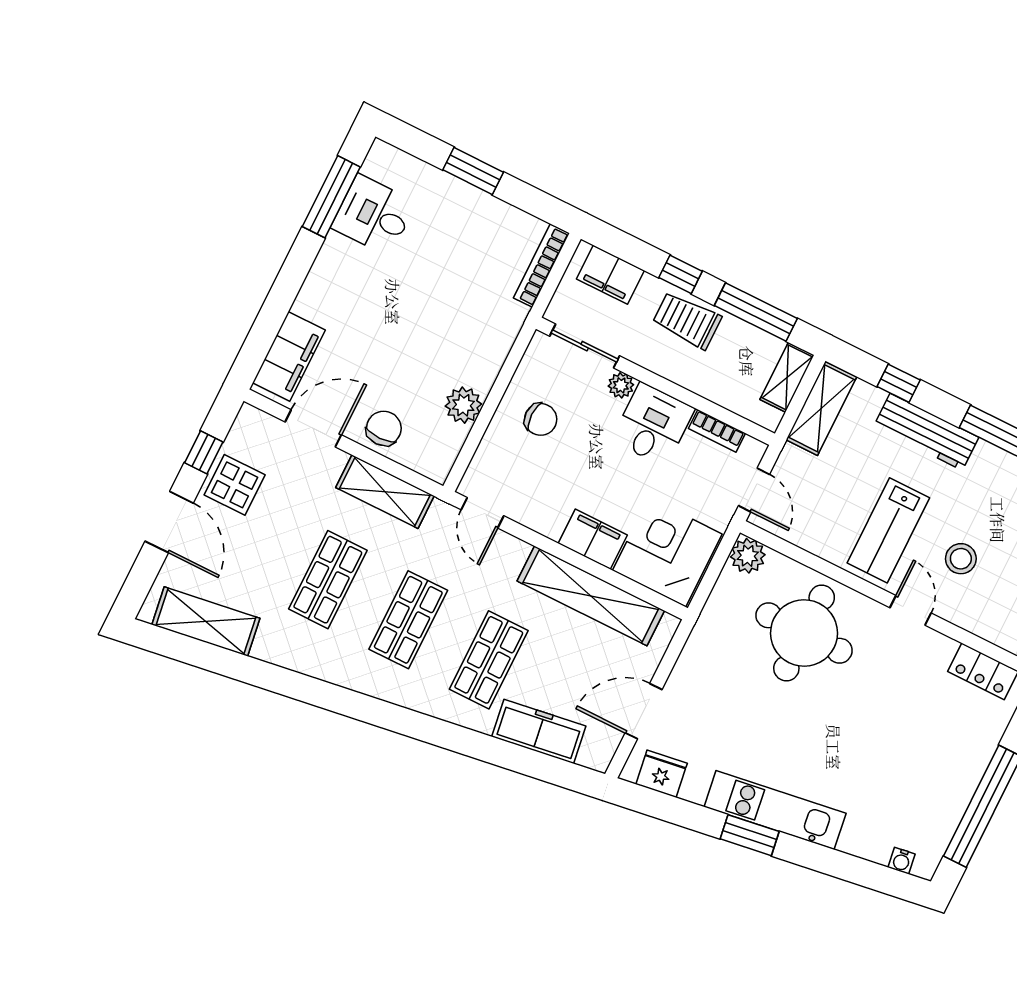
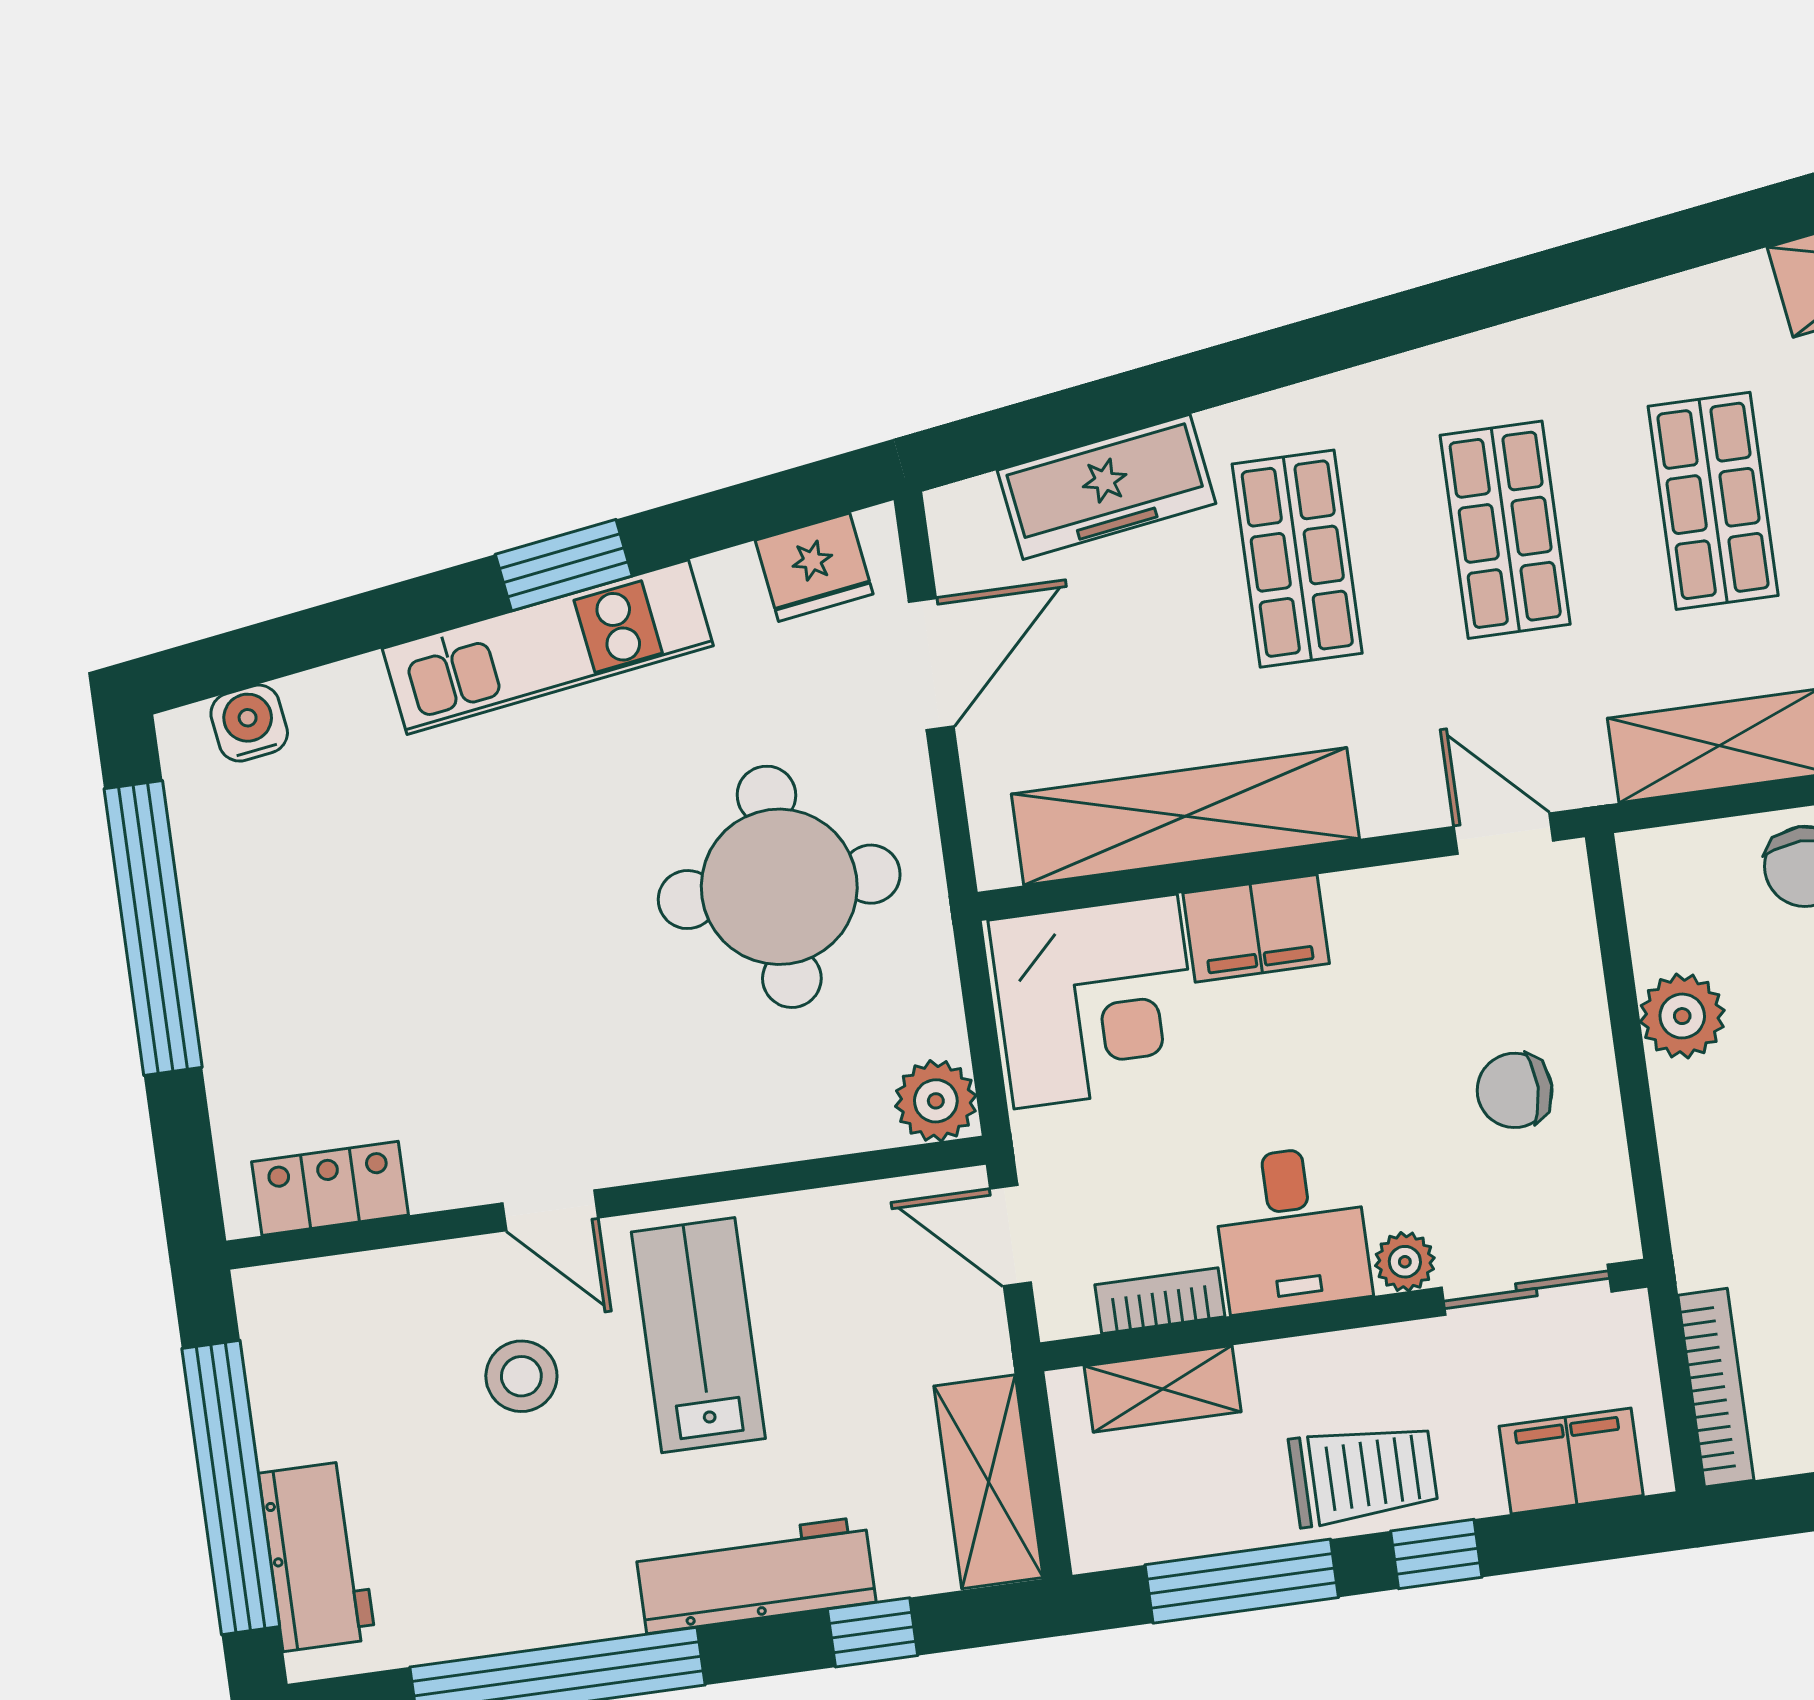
shelving: (787, 377) -> (1163, 1389), moved, turned 90
round table: (804, 633) -> (779, 887), moved
water cooler: (902, 861) -> (249, 723), width x1.38, depth x1.38

